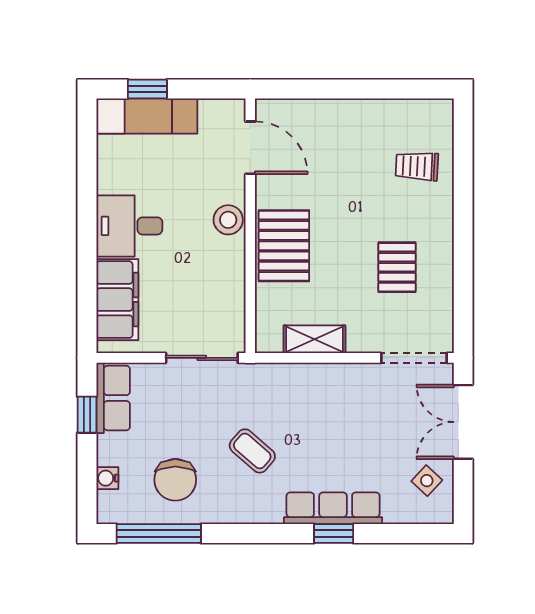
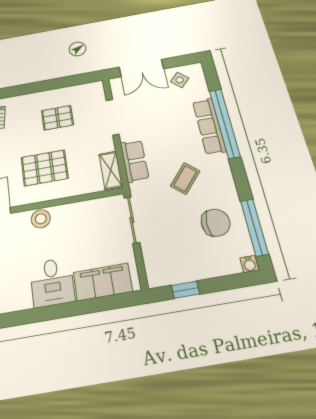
pallet: (284, 246) -> (45, 168), moved
shelving: (314, 339) -> (111, 170), moved
doorway: (414, 358) -> (113, 117), moved
row of seats: (113, 398) -> (134, 161), moved, turned 90
water cooler: (107, 478) -> (249, 264), moved
window: (334, 533) -> (225, 123), width x3.17

